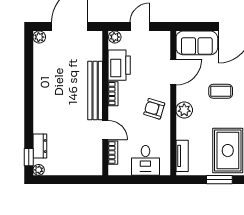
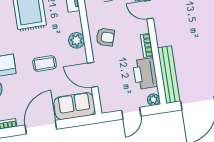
door: (173, 72) -> (93, 75), hinge flipped
bench: (95, 91) -> (169, 75), moved

